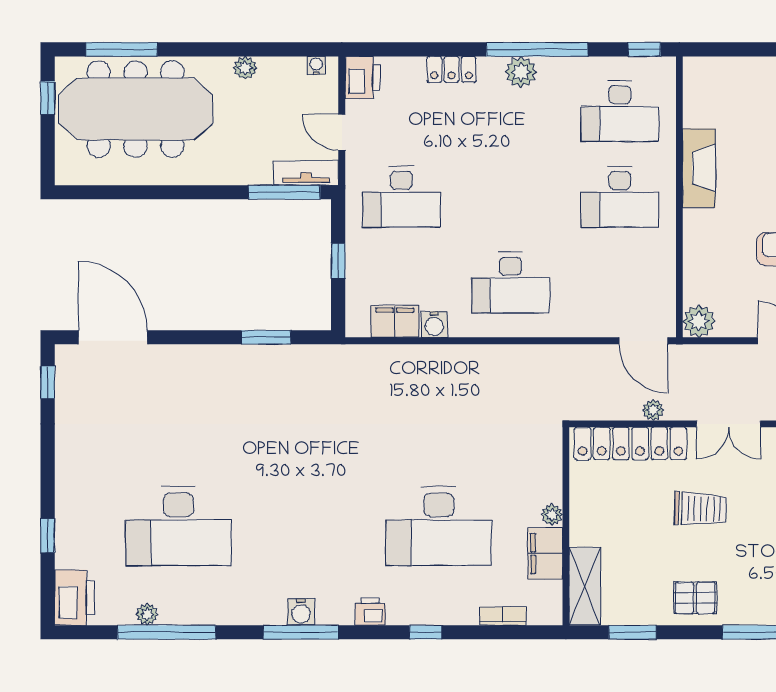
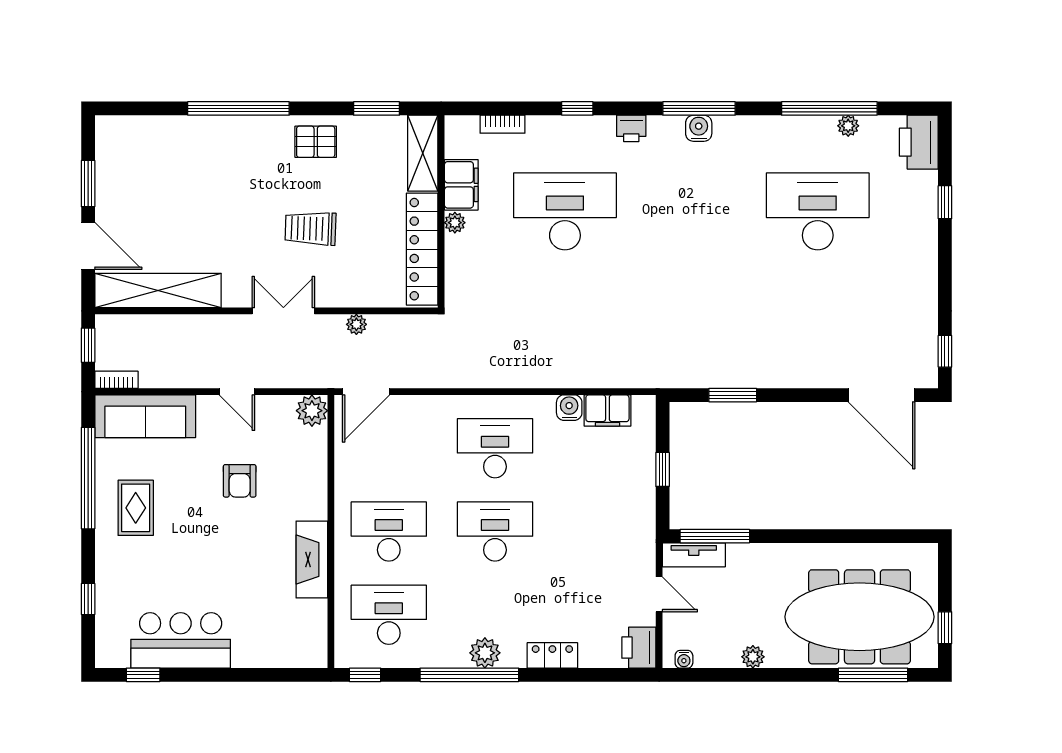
desk: (401, 197) -> (495, 531), moved
door: (643, 341) -> (366, 392), swing flipped
locker: (630, 443) -> (422, 249), moved, turned -90

